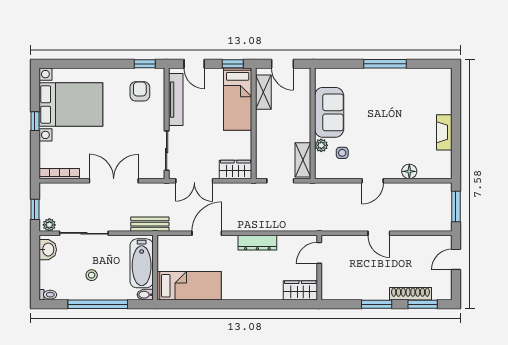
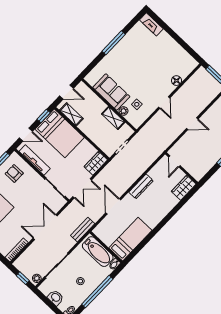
bed: (238, 99) -> (60, 133), width x1.50
fireplace: (444, 132) -> (151, 24), moved
shelving: (303, 160) -> (113, 118), moved
washbasin: (48, 250) -> (55, 298), moved

